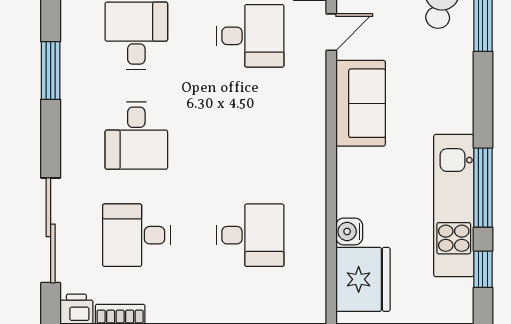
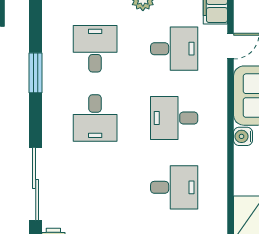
water cooler: (349, 231) -> (243, 136), moved
desk: (136, 235) -> (174, 118), moved

